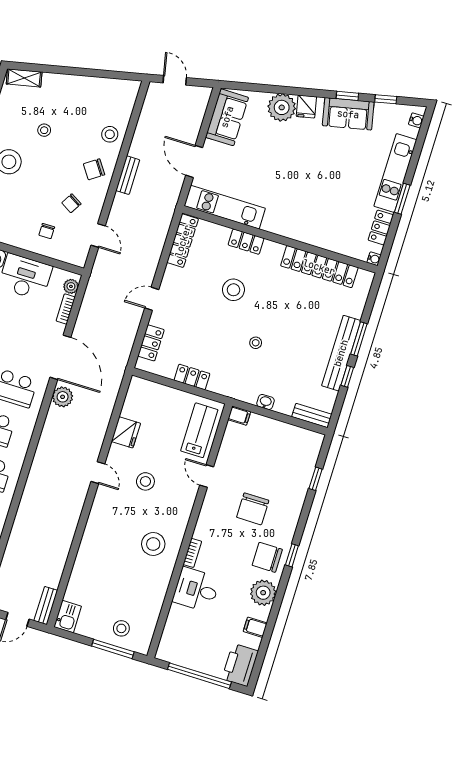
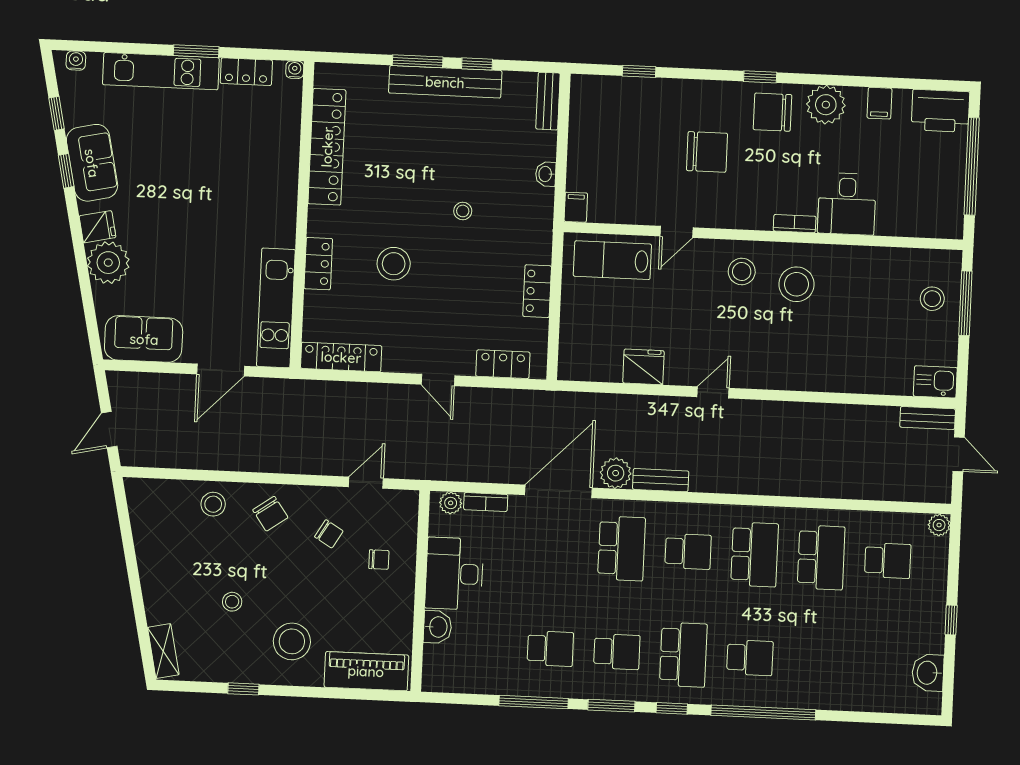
bench: (128, 175) -> (661, 480), moved
stool: (145, 481) -> (742, 271), moved
chair: (267, 557) -> (773, 112), turned 90

